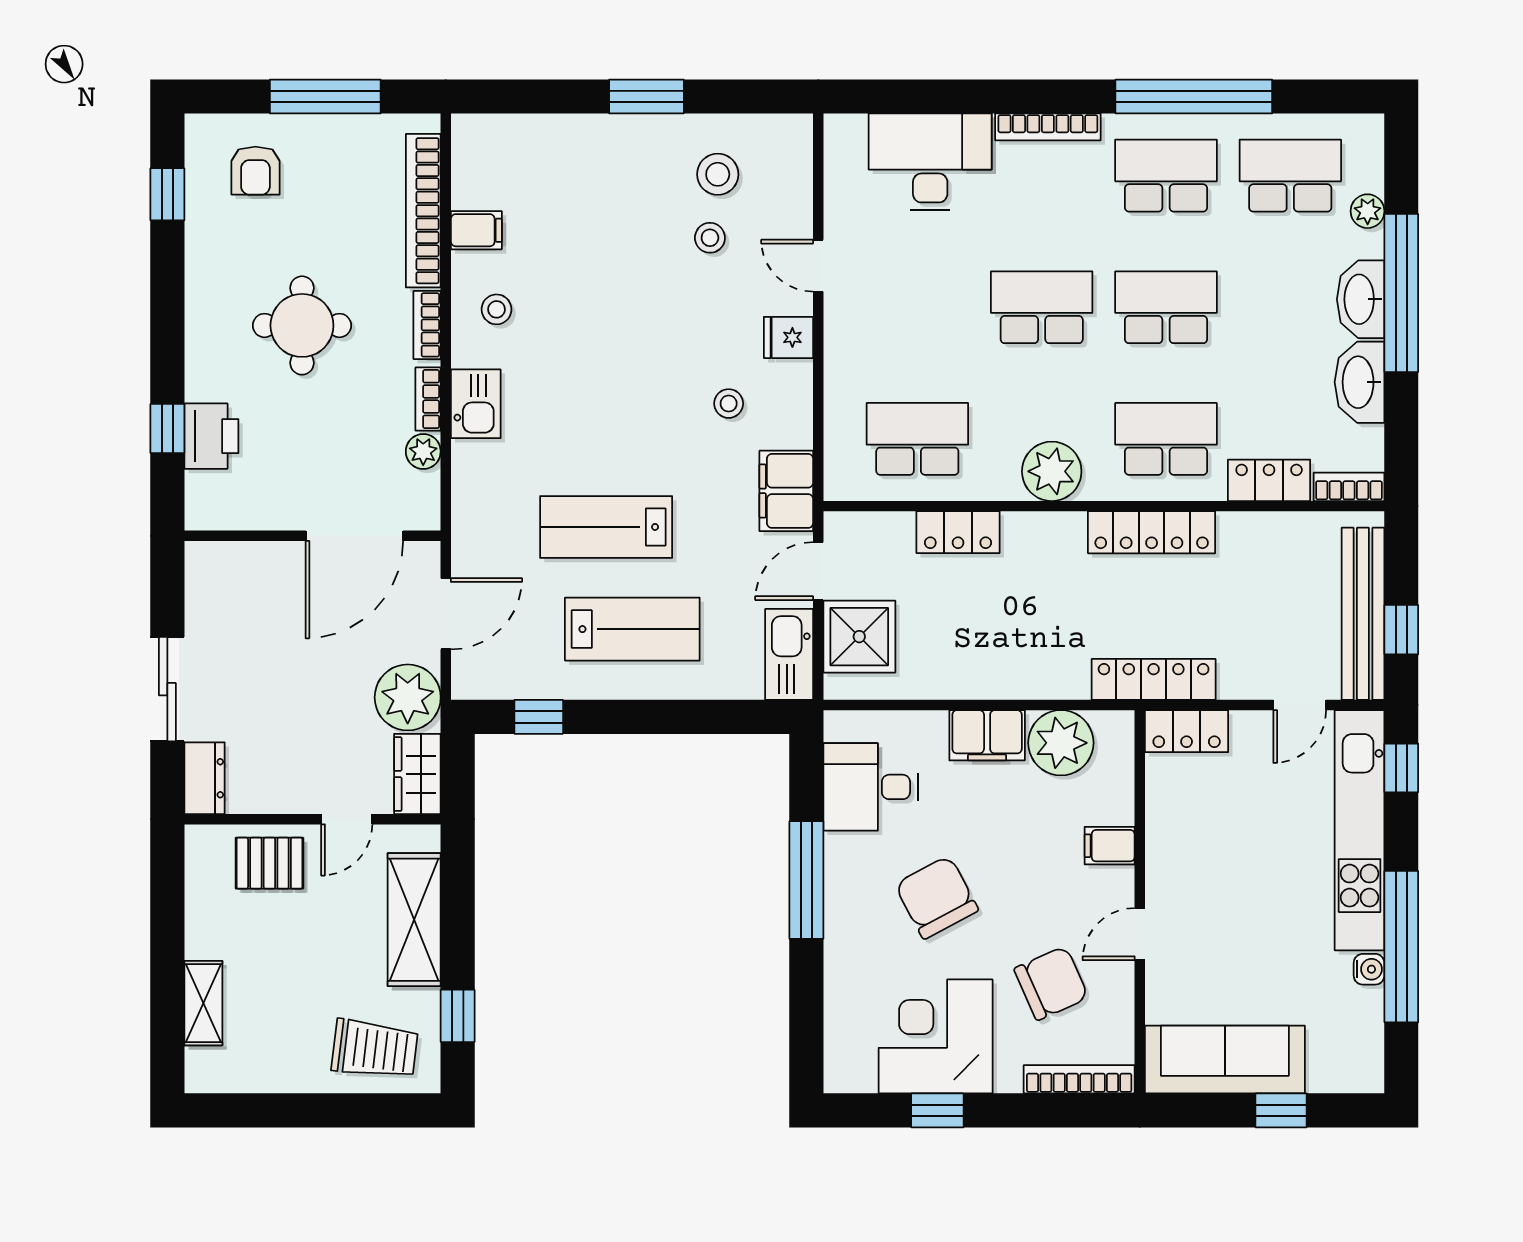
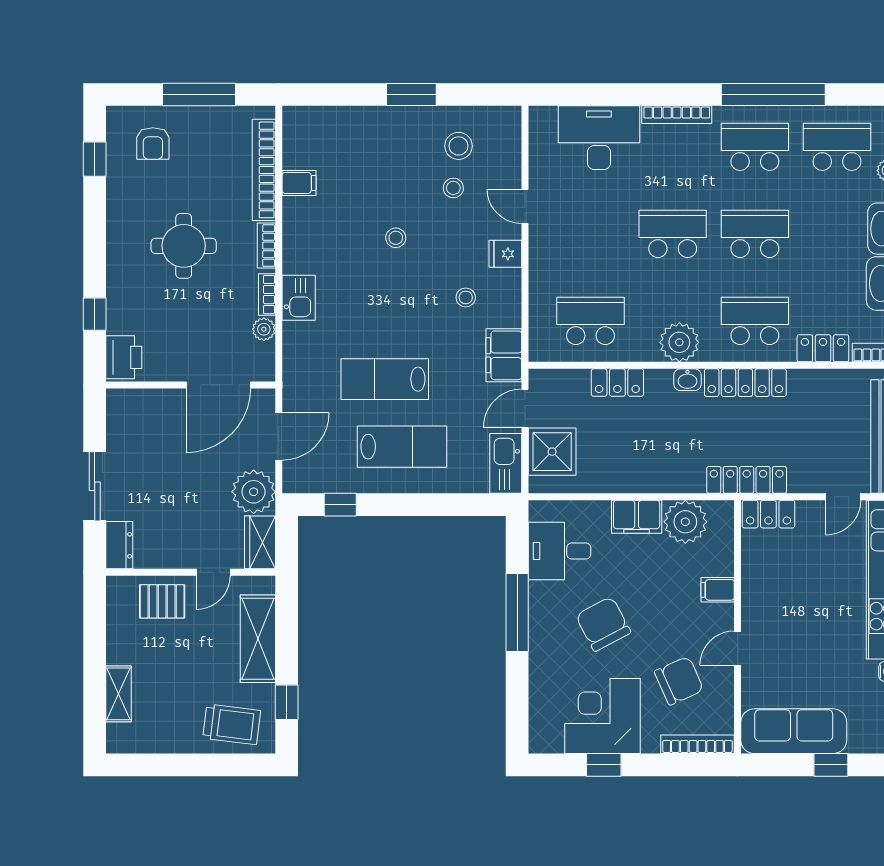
stool: (497, 309) -> (396, 238), moved
printer: (211, 436) -> (124, 357), moved
washbasin: (1064, 528) -> (687, 380), added

